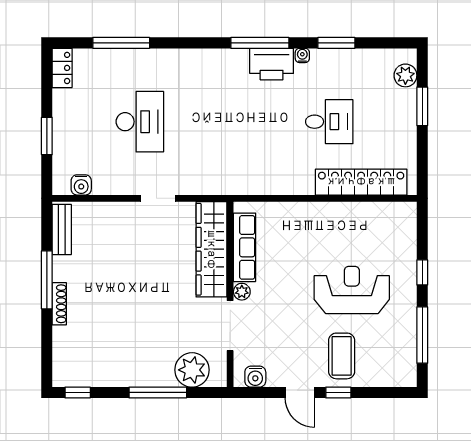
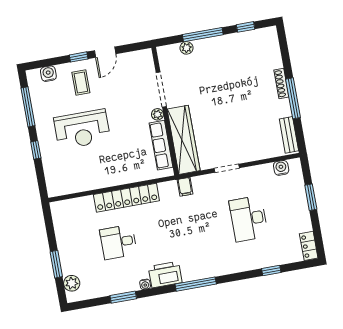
window: (121, 43) -> (271, 270), width x0.46
window: (260, 43) -> (196, 284), moved
locker: (361, 182) -> (126, 198), moved
filing cabinet: (221, 183) -> (185, 187), added
coffee table: (342, 356) -> (81, 83), width x0.73, depth x0.77
plant: (192, 370) -> (187, 48), width x0.53, depth x0.53
water cooler: (255, 377) -> (48, 74), moved
window: (78, 392) -> (246, 27), moved
door: (300, 392) -> (105, 52), swing flipped

